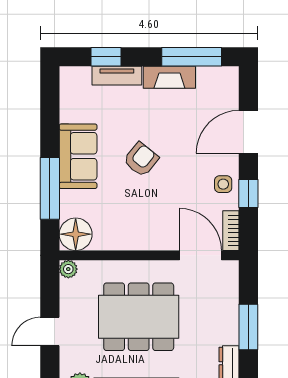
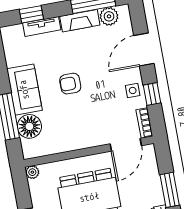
plant: (210, 79) -> (109, 16), added
armchair: (141, 159) -> (70, 84), turned -129
floor lamp: (76, 234) -> (29, 126), moved
door: (200, 255) -> (126, 145), swing flipped

